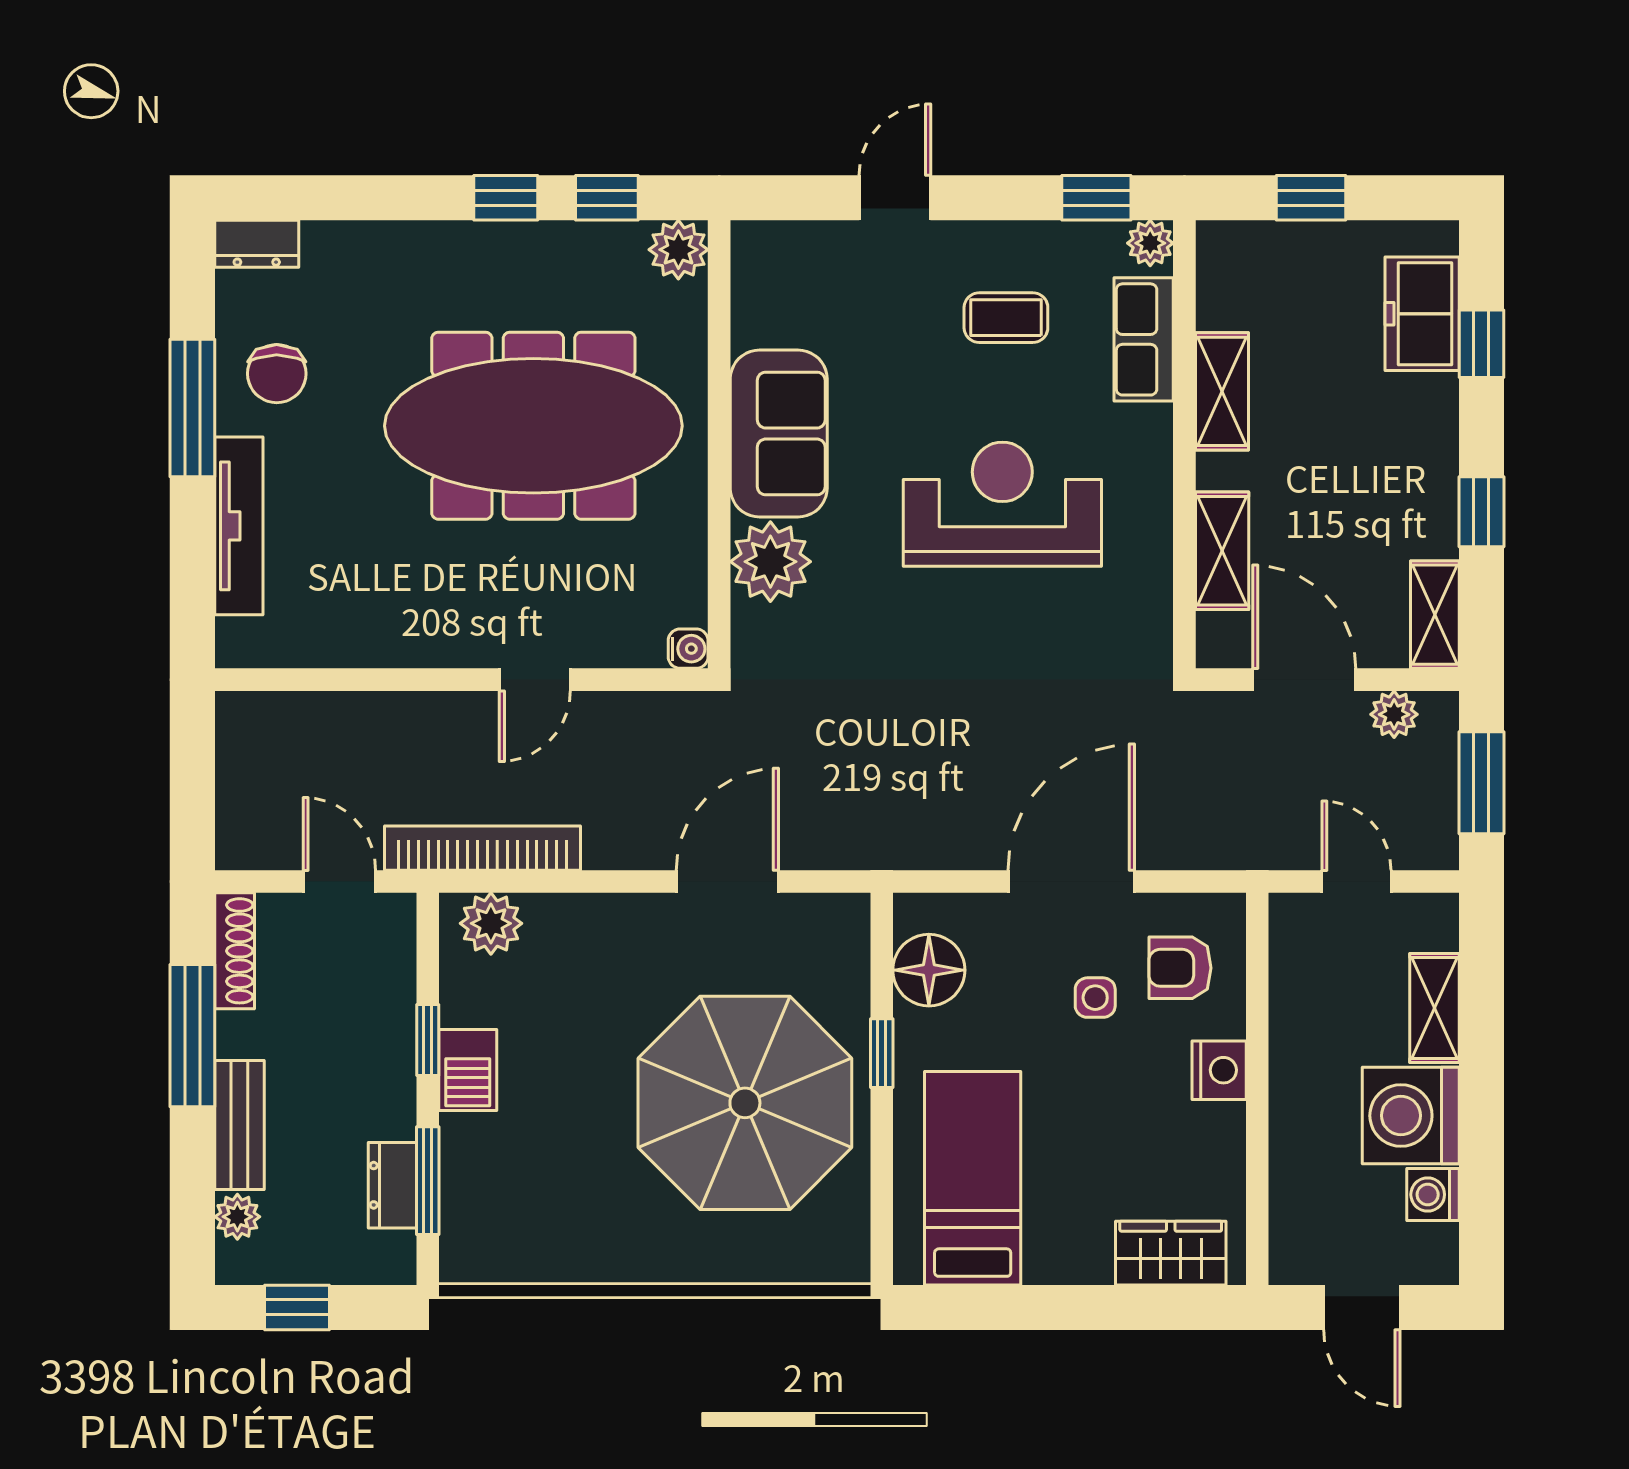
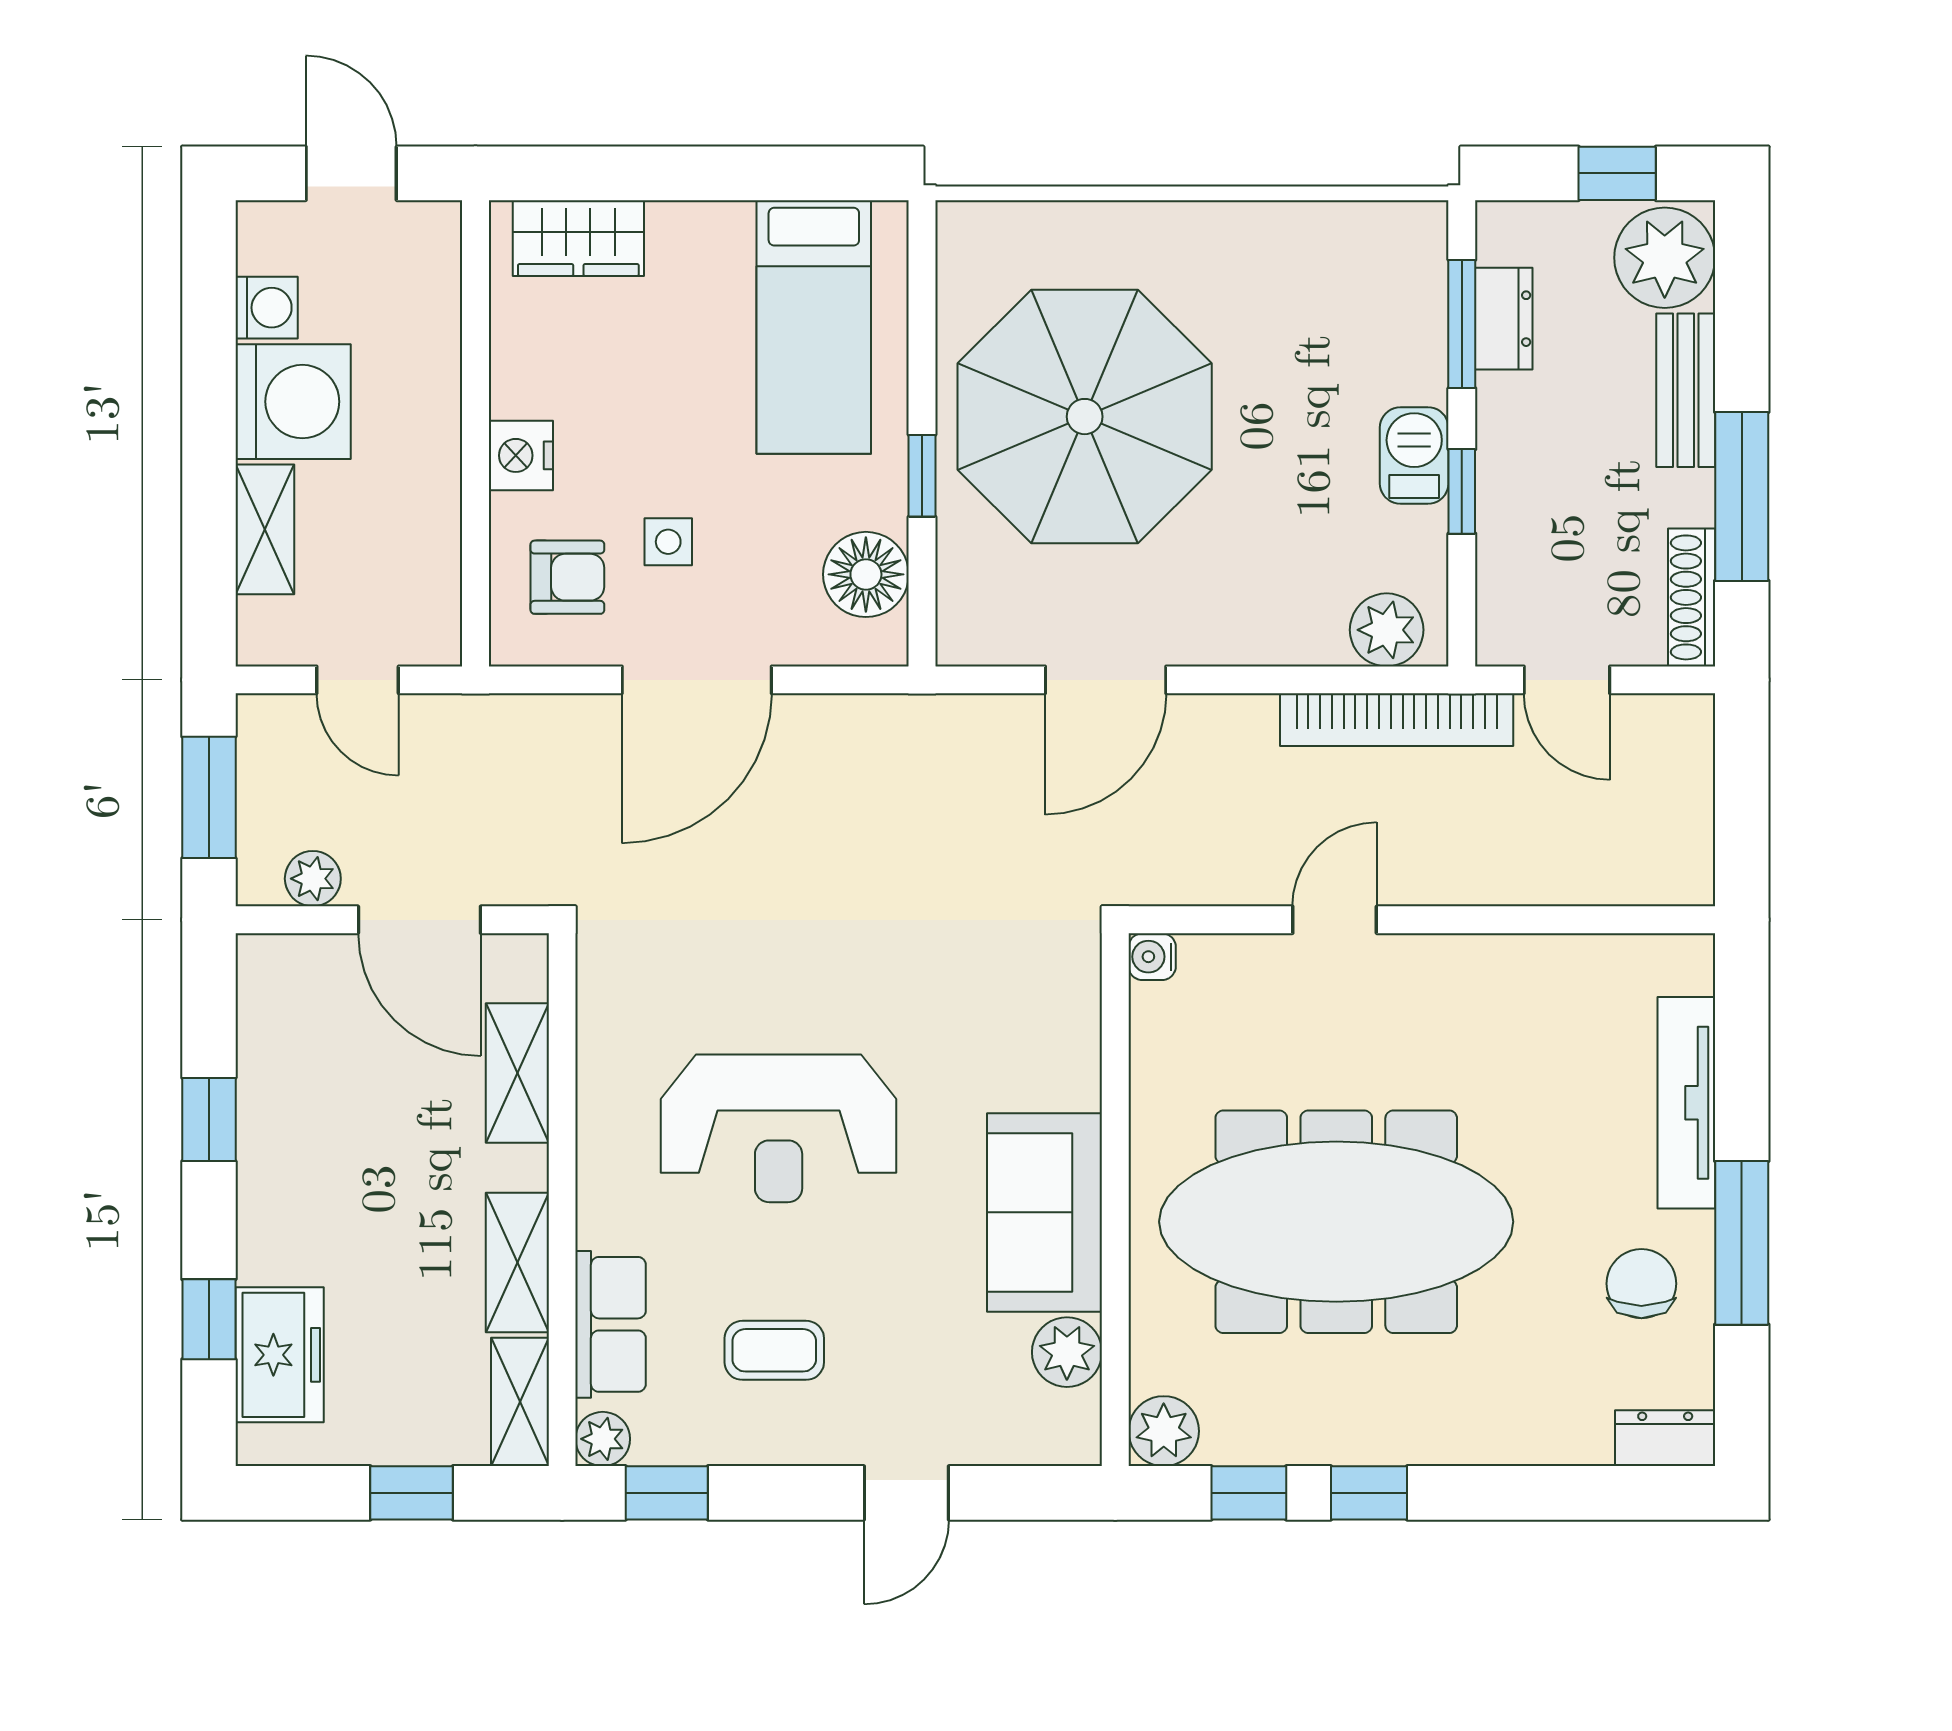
plant: (770, 562) -> (1067, 1352), moved, width x0.73, depth x0.73
shelving: (1435, 615) -> (520, 1402), moved
plant: (237, 1217) -> (1665, 258), width x1.87, depth x1.87

